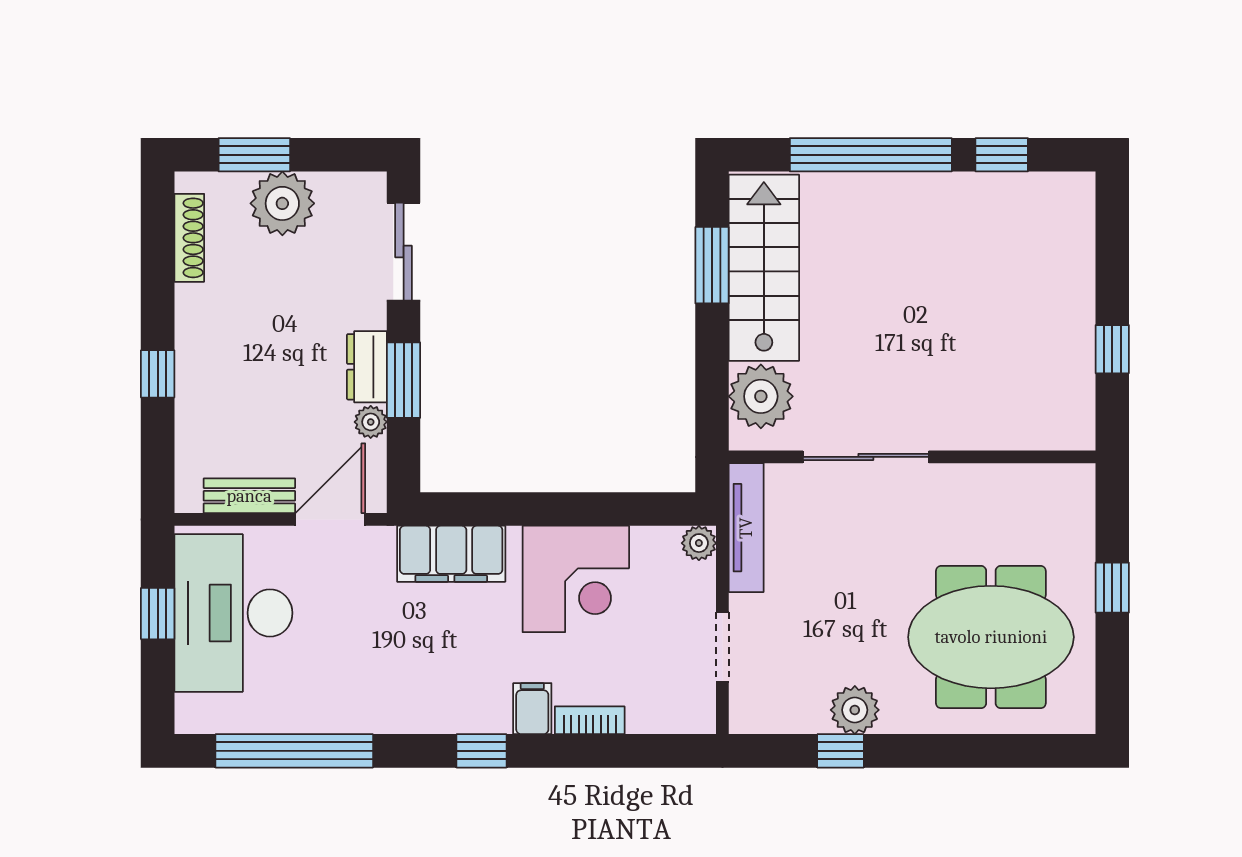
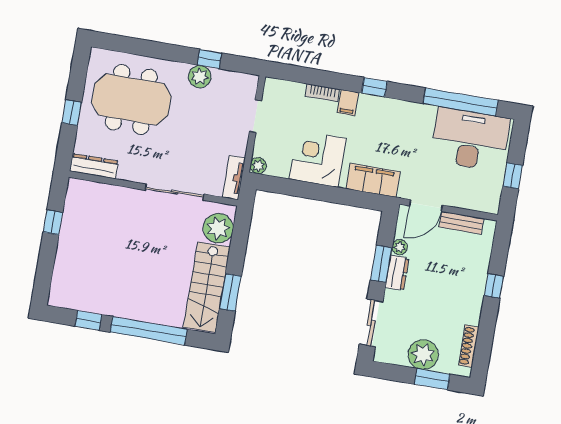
dresser: (1046, 483) -> (94, 166), added
tv unit: (746, 528) -> (234, 178), width x0.71
desk: (233, 613) -> (470, 139), moved, turned -90

